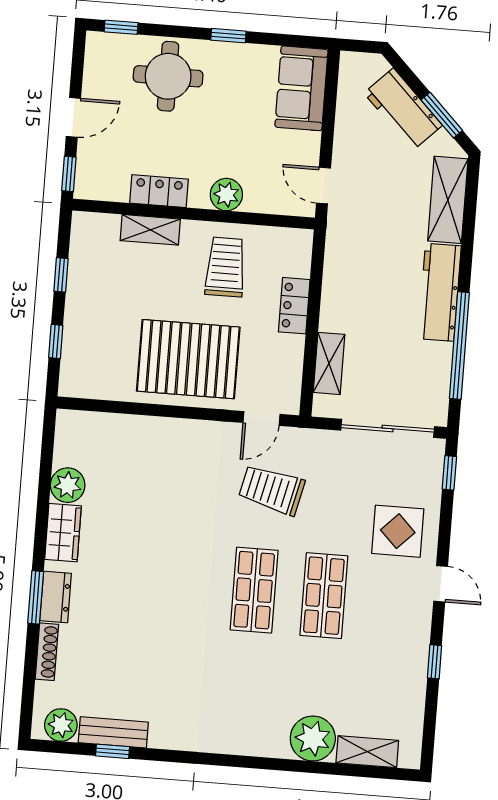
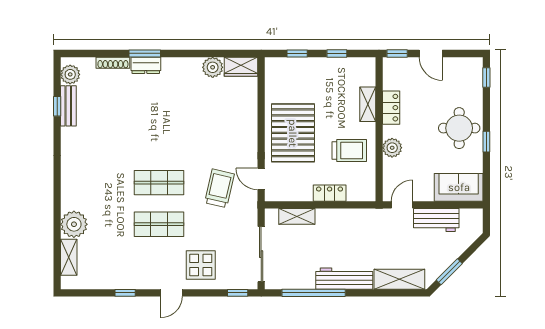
round table: (168, 76) -> (459, 128), moved
workbench: (403, 109) -> (436, 220), moved, turned -135
wardrobe: (63, 533) -> (241, 67), moved

